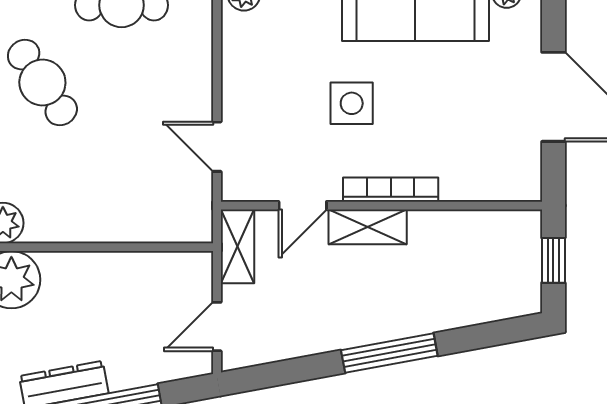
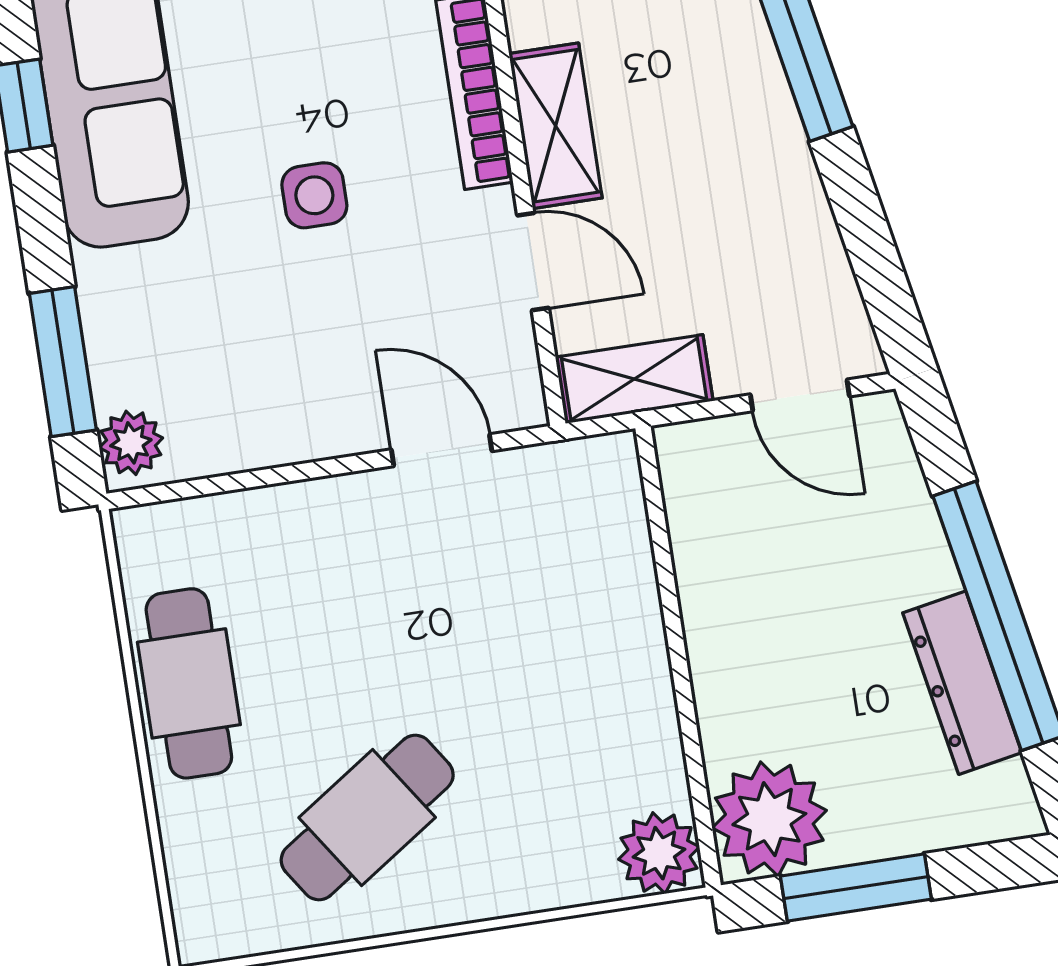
side table: (352, 103) -> (314, 195), width x0.73, depth x0.73
door: (217, 147) -> (442, 450), swing flipped

